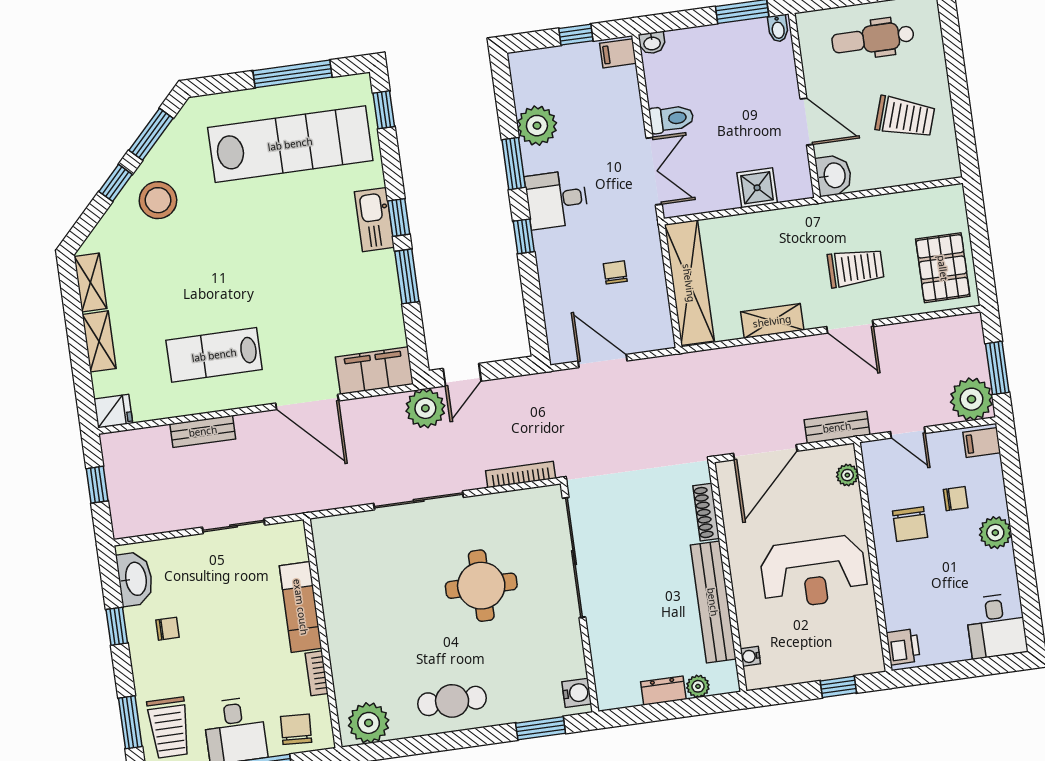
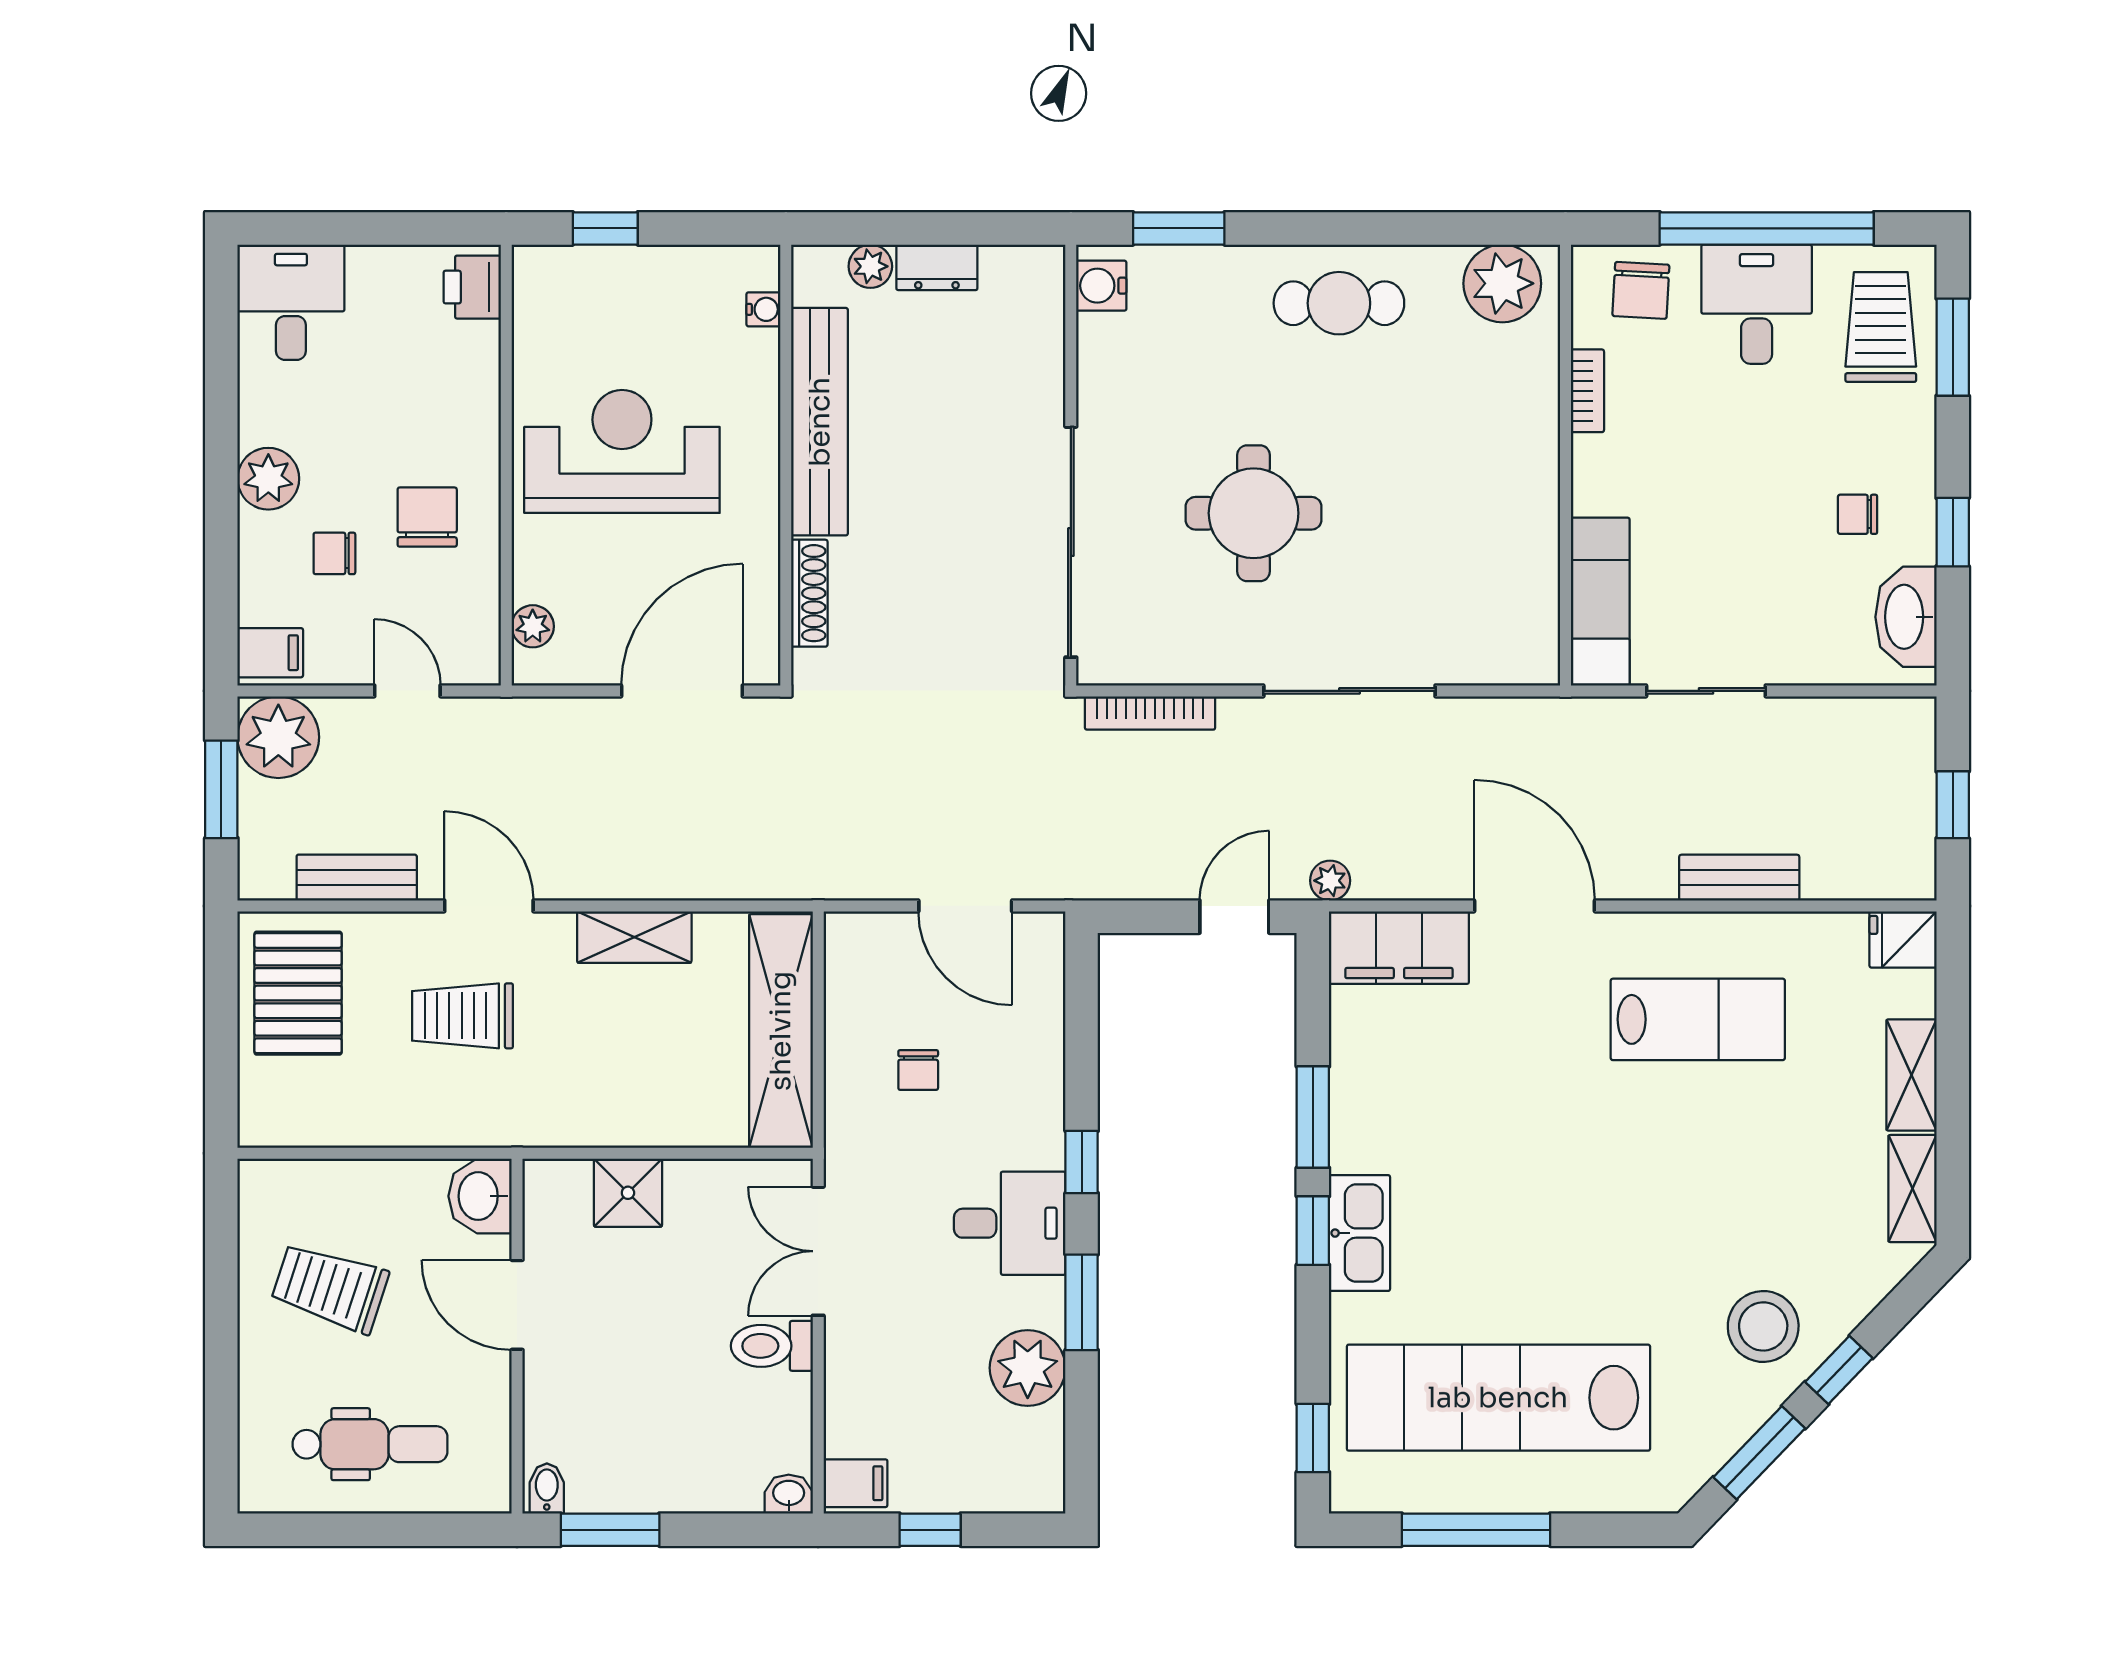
plant: (425, 408) -> (1330, 881), width x0.53, depth x0.53
bench: (837, 427) -> (357, 878), moved
exam couch: (301, 607) -> (1600, 602), moved

